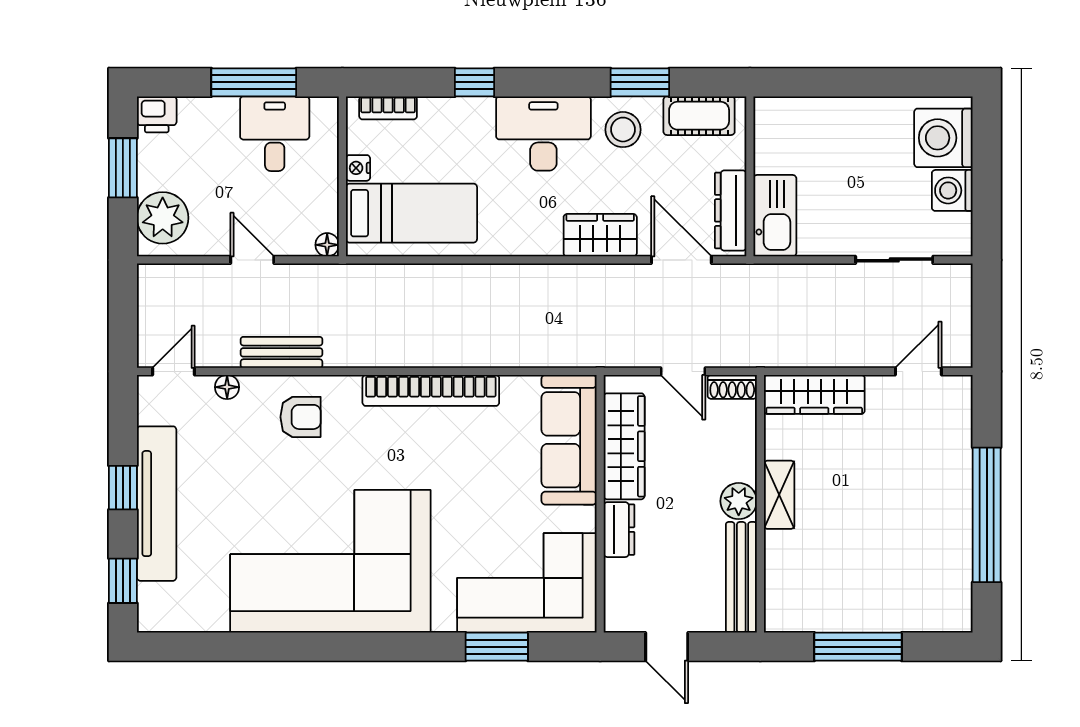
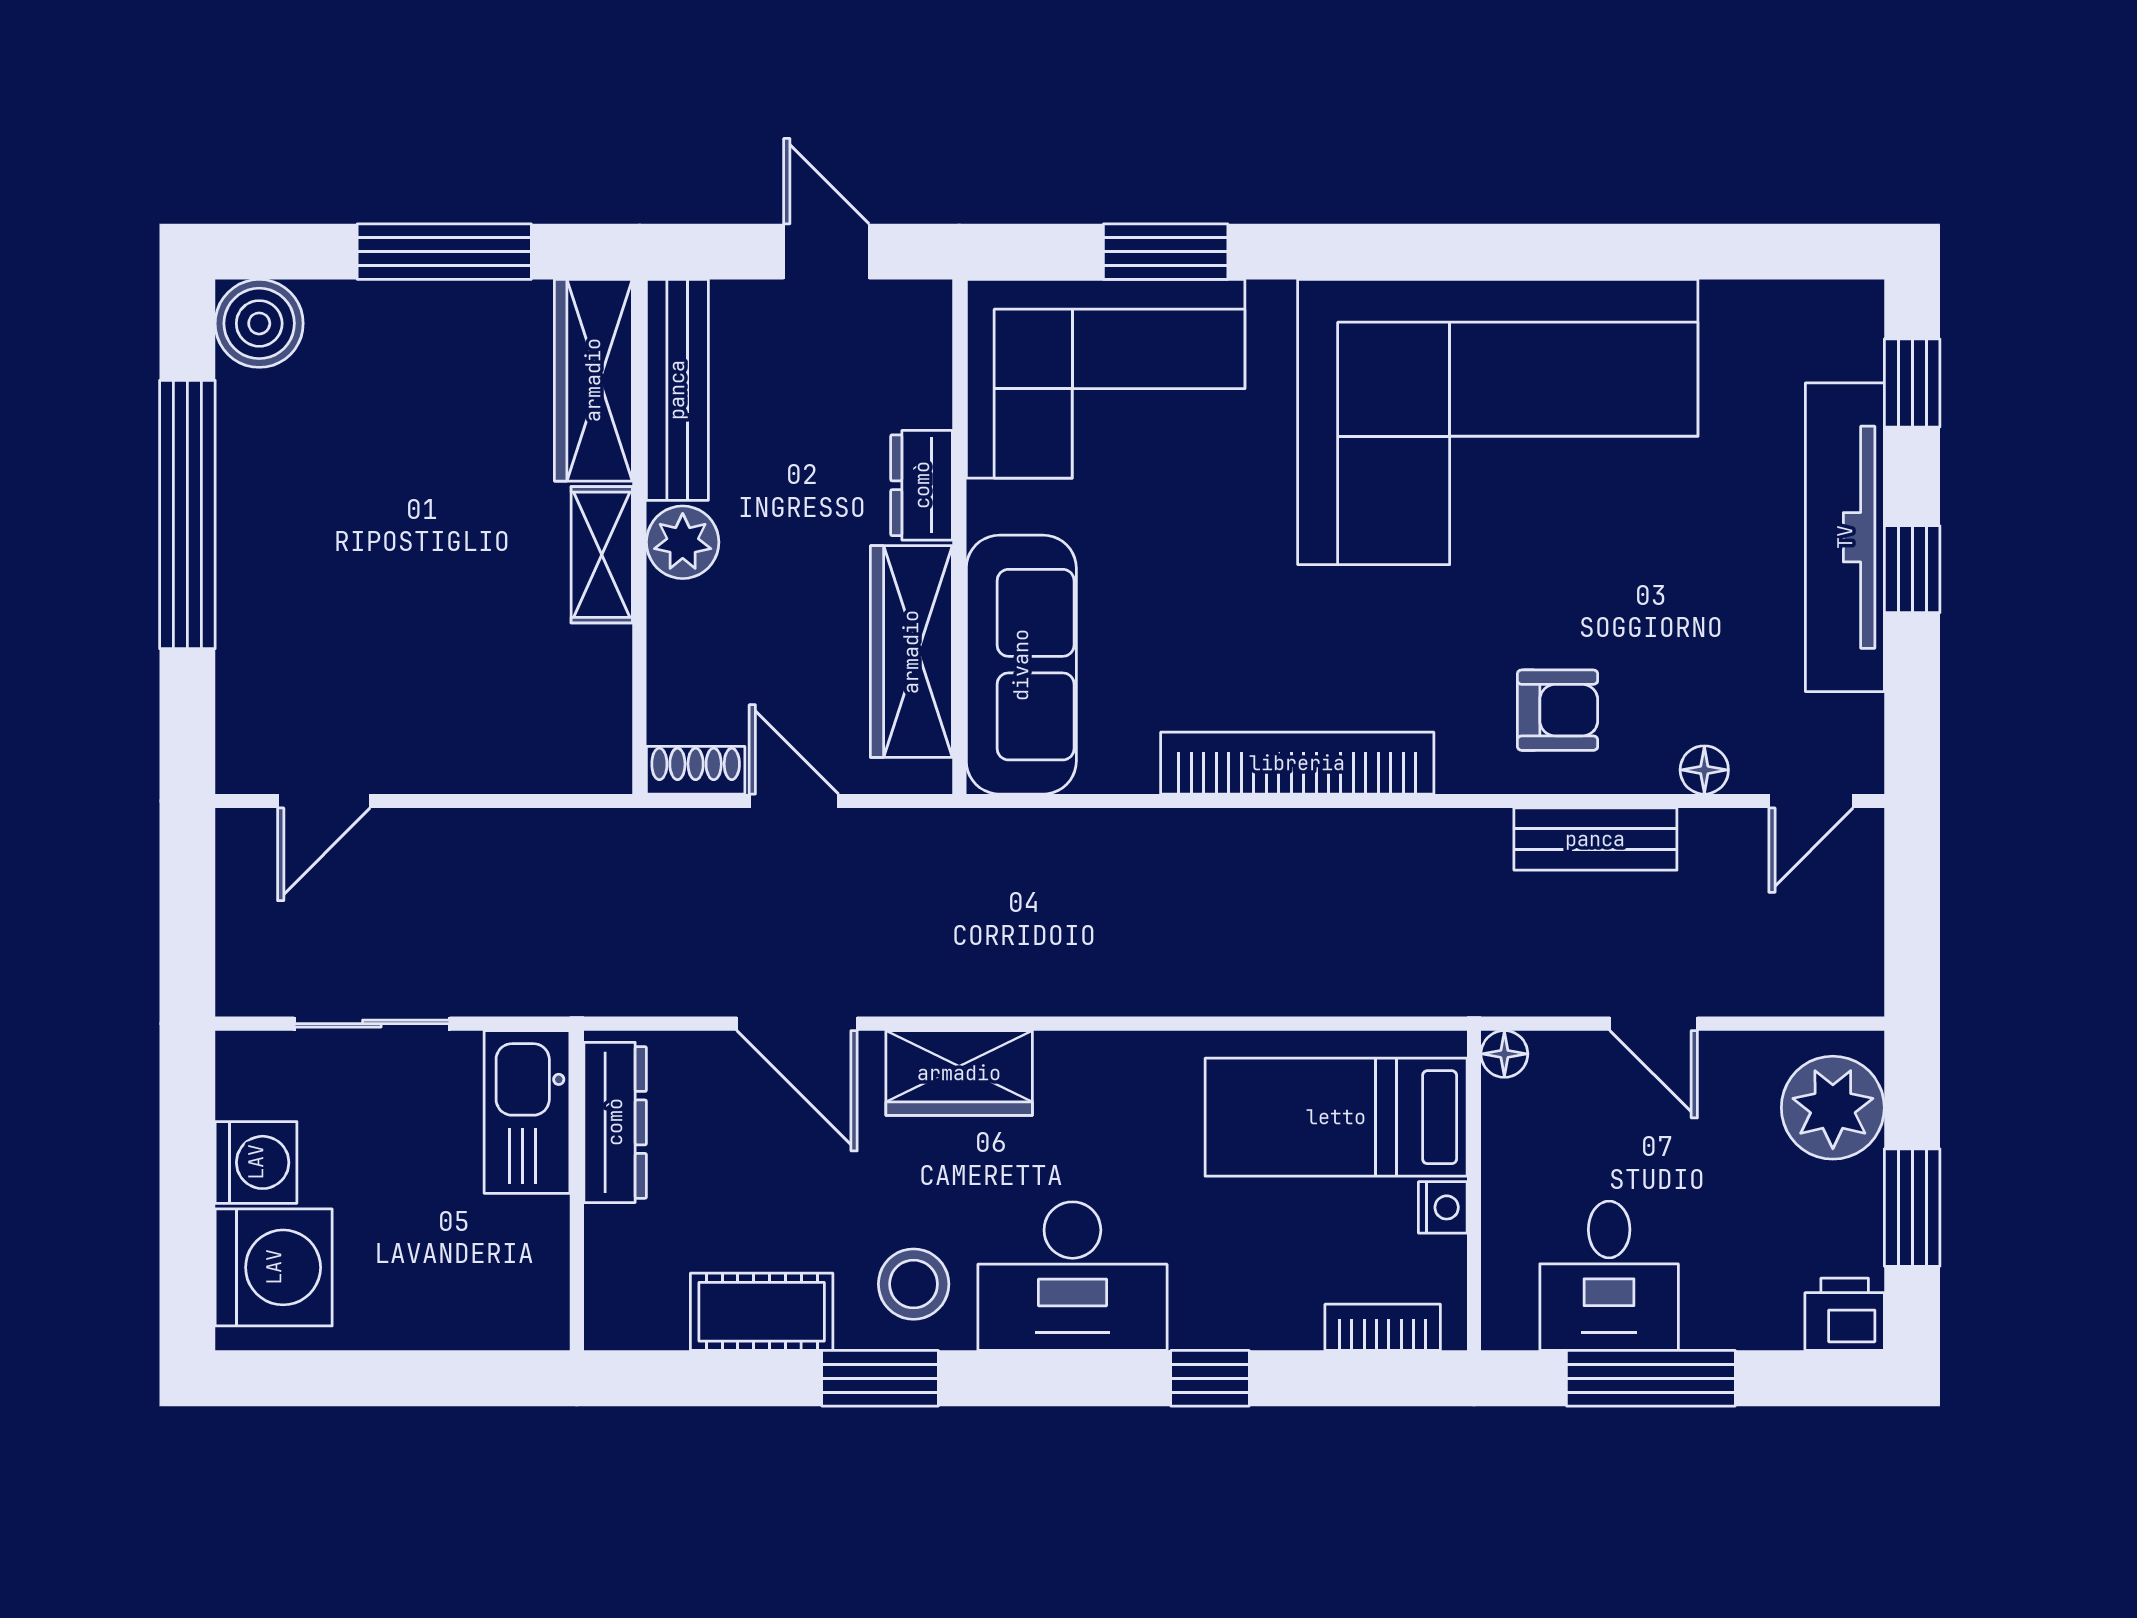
wall: (750, 176) -> (577, 1191), moved
dresser: (731, 210) -> (615, 1122), moved
kitchen sink: (775, 216) -> (527, 1112), moved
wardrobe: (814, 394) -> (593, 380), moved, turned -90
armchair: (301, 417) -> (1558, 710), turned 180
boiler: (951, 611) -> (259, 323), added

